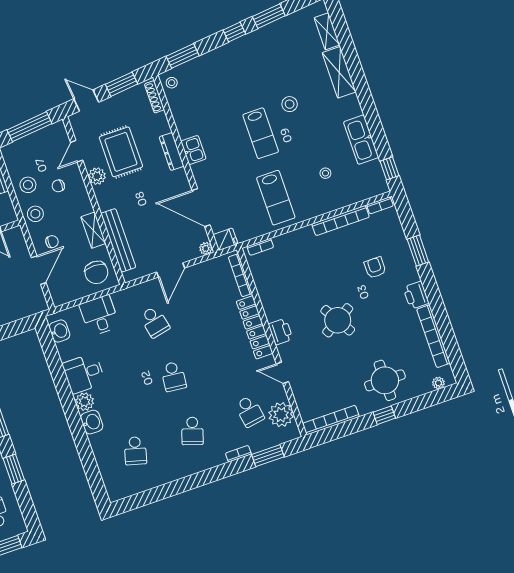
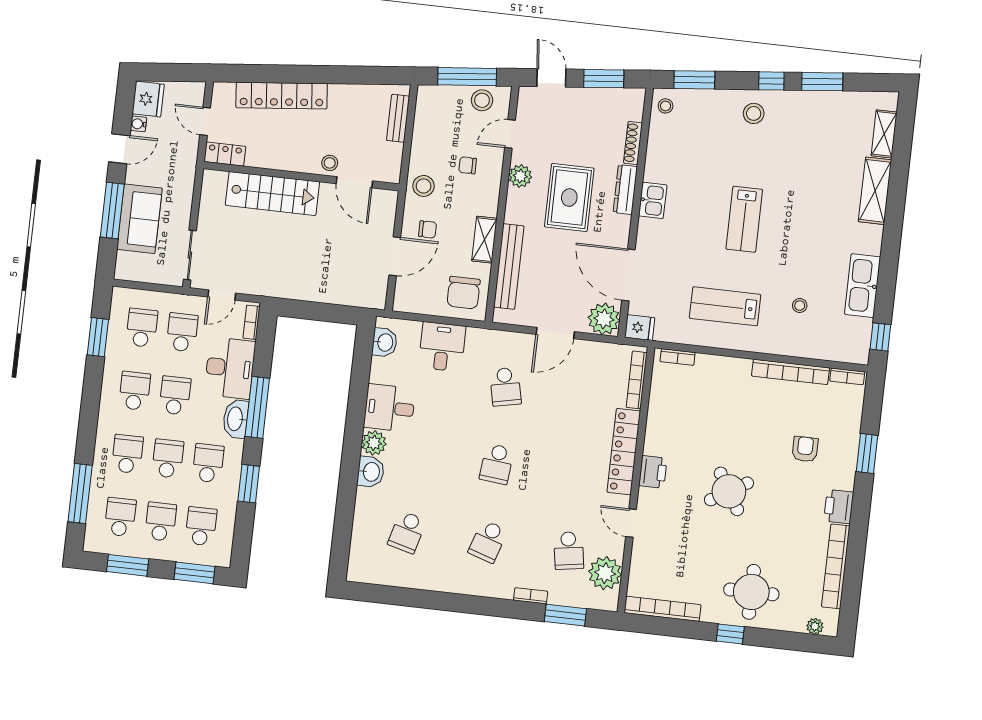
shoe rack: (154, 97) -> (633, 143), moved
stool: (290, 104) -> (754, 113), moved
rug: (121, 152) -> (569, 198), moved
stool: (28, 185) -> (482, 100), moved
lab bench: (276, 198) -> (725, 306), turned 90
plant: (206, 248) -> (604, 319), width x1.88, depth x1.88

